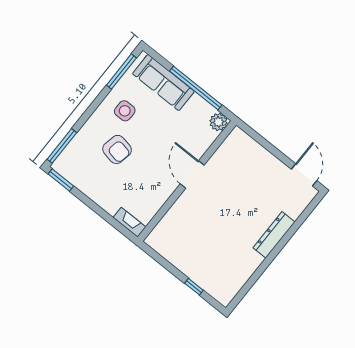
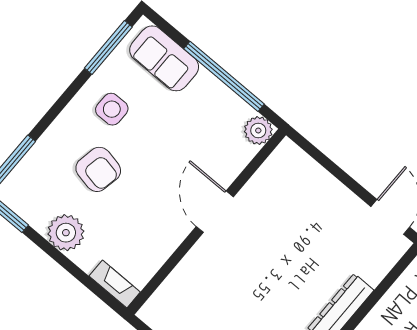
sofa: (163, 83) -> (164, 58), width x0.73
plant: (98, 190) -> (66, 233), added

